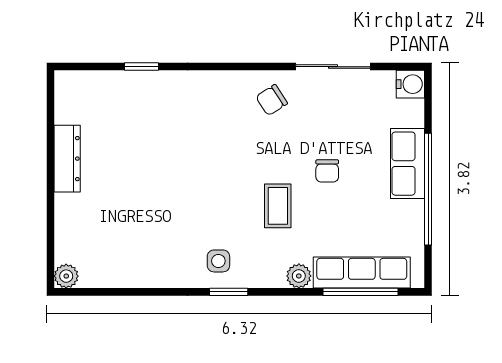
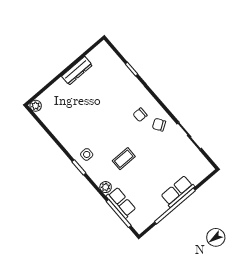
water cooler: (410, 84) -> (206, 168), removed
chair: (327, 171) -> (140, 115), moved
row of seats: (362, 273) -> (121, 203), width x0.68

